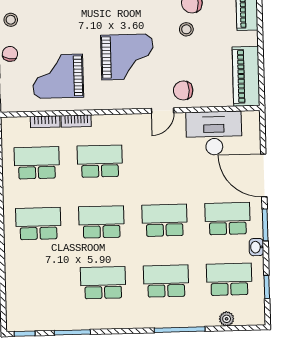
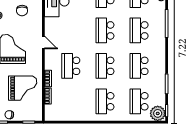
grand piano: (58, 76) -> (23, 88), turned -90
chair: (183, 90) -> (22, 11), moved
door: (163, 111) -> (43, 42), moved
school desk: (37, 163) -> (139, 101), moved
plant: (19, 318) -> (158, 113), added

